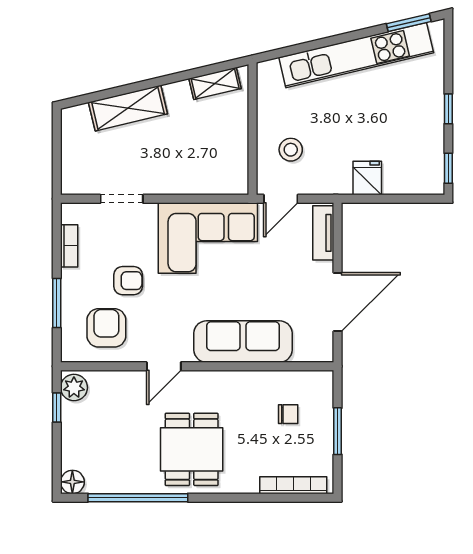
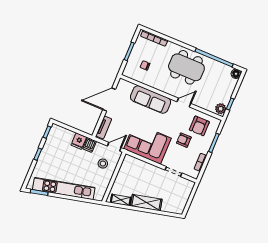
shelving: (128, 108) -> (146, 203), moved
dishwasher: (339, 179) -> (90, 145), added
dining table: (192, 449) -> (186, 67), width x1.38

